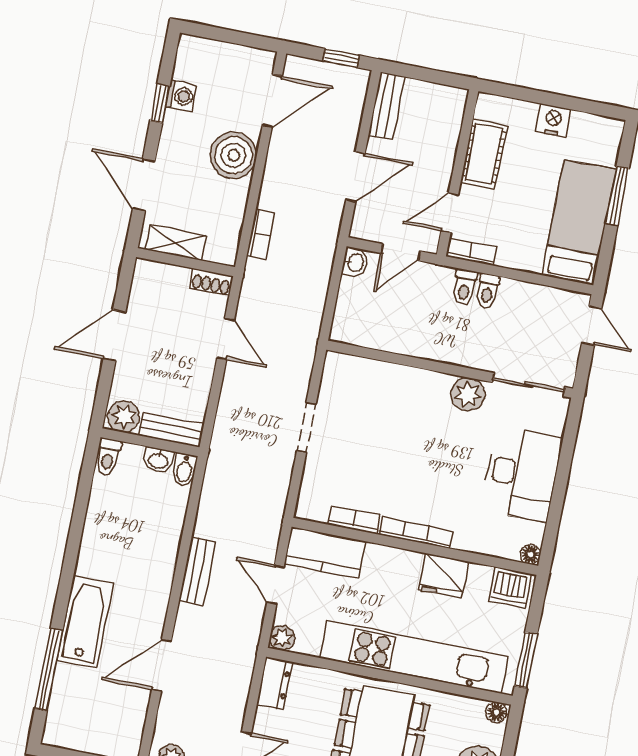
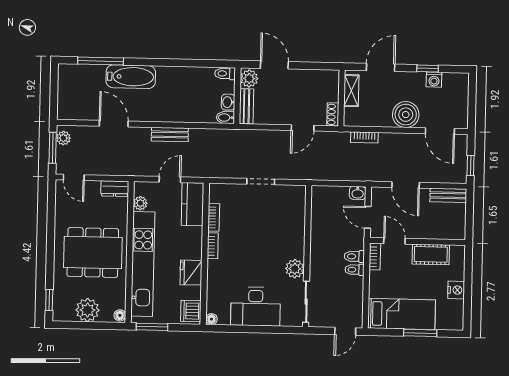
door: (114, 335) -> (274, 65), moved
bookcase: (416, 533) -> (213, 246), width x0.64
plant: (282, 638) -> (140, 203), moved

